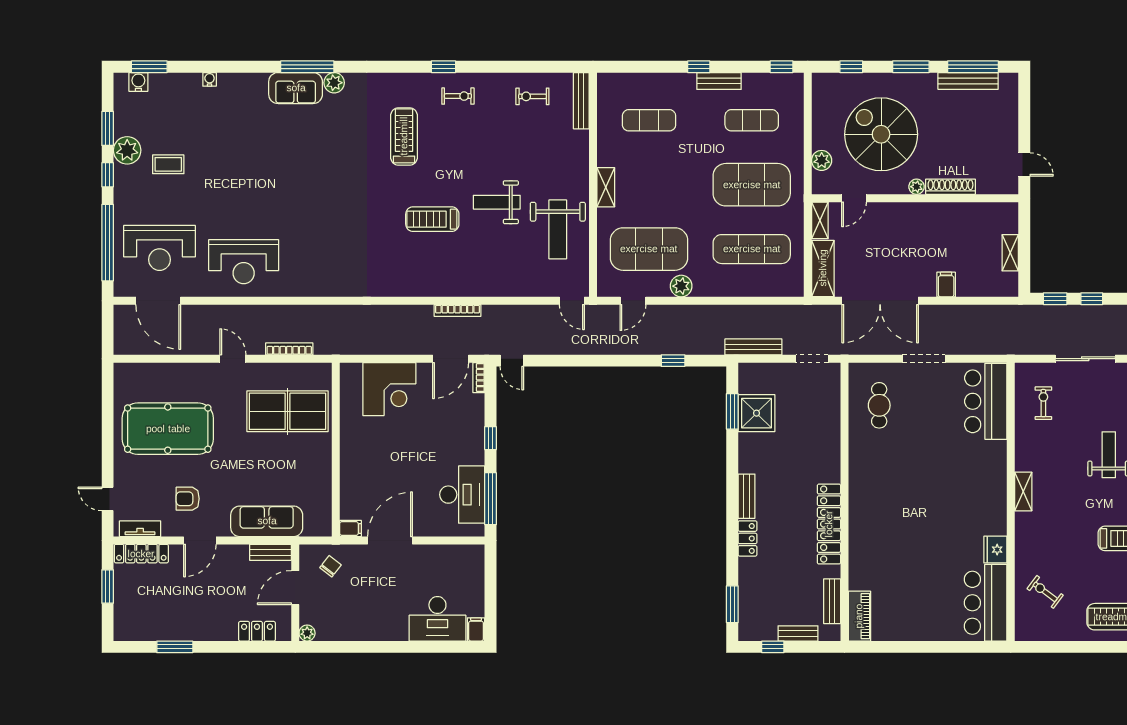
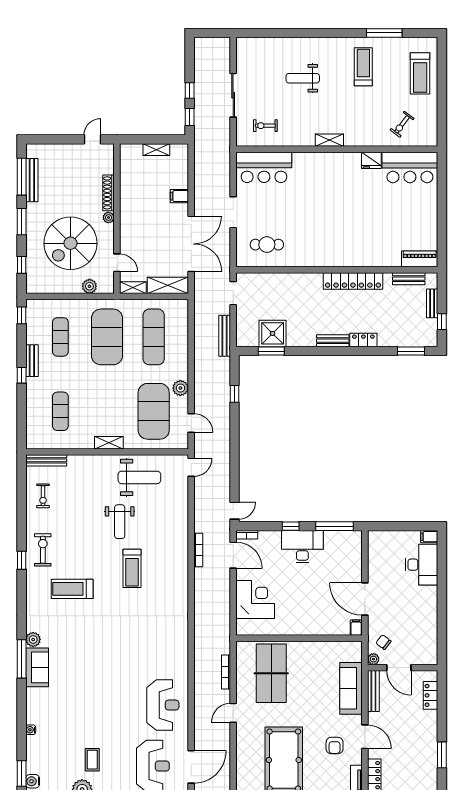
exercise bike: (458, 96) -> (43, 550), width x1.38, depth x1.39
desk: (462, 495) -> (302, 547), moved
bench: (270, 552) -> (373, 691), width x1.36
plant: (307, 633) -> (373, 659), moved

